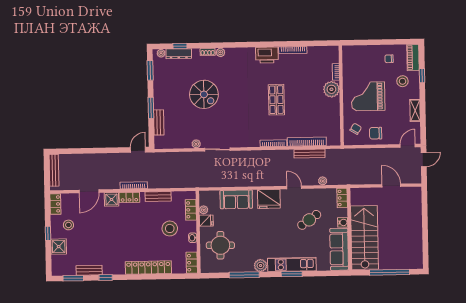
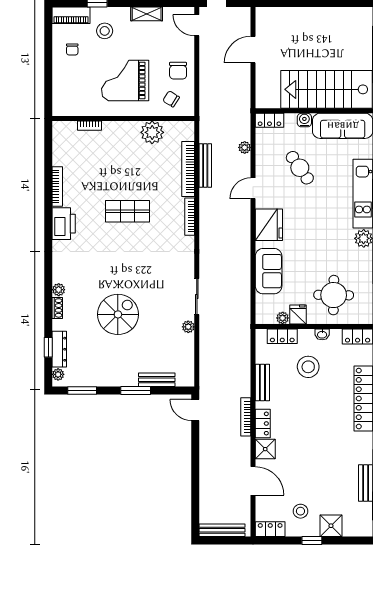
plant: (331, 89) -> (152, 132), moved
grand piano: (368, 96) -> (125, 80), turned 90

